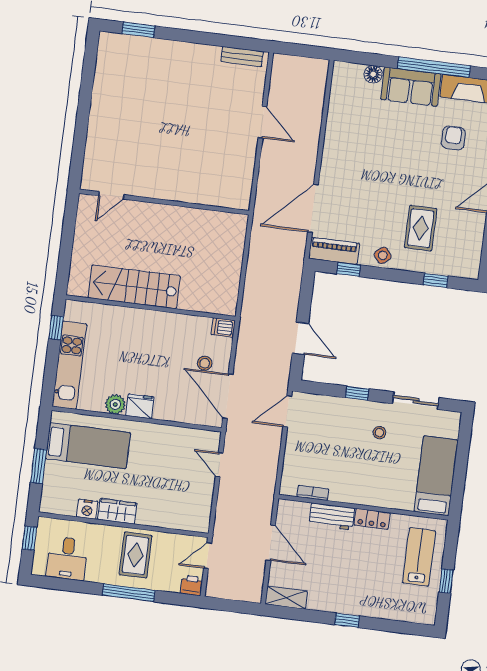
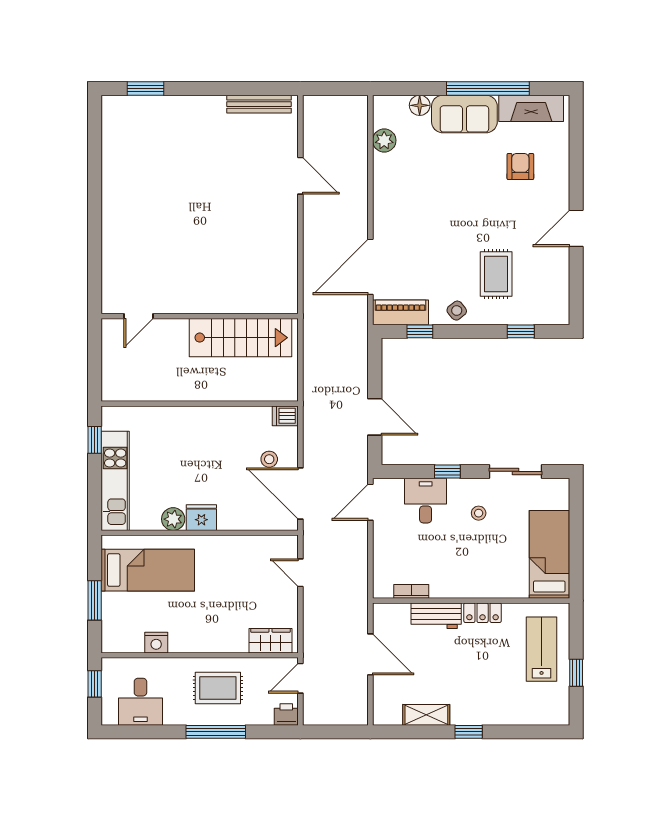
bench: (242, 57) -> (259, 104), width x1.36
plant: (339, 101) -> (384, 140), added
door: (111, 195) -> (139, 316), moved
wall: (164, 202) -> (200, 316), moved
stairs: (134, 287) -> (241, 338), moved, turned 180
desk: (335, 416) -> (426, 501), added
wardrobe: (117, 511) -> (271, 641), moved
rug: (135, 555) -> (218, 688), turned 90
shelving: (286, 598) -> (426, 715), moved

